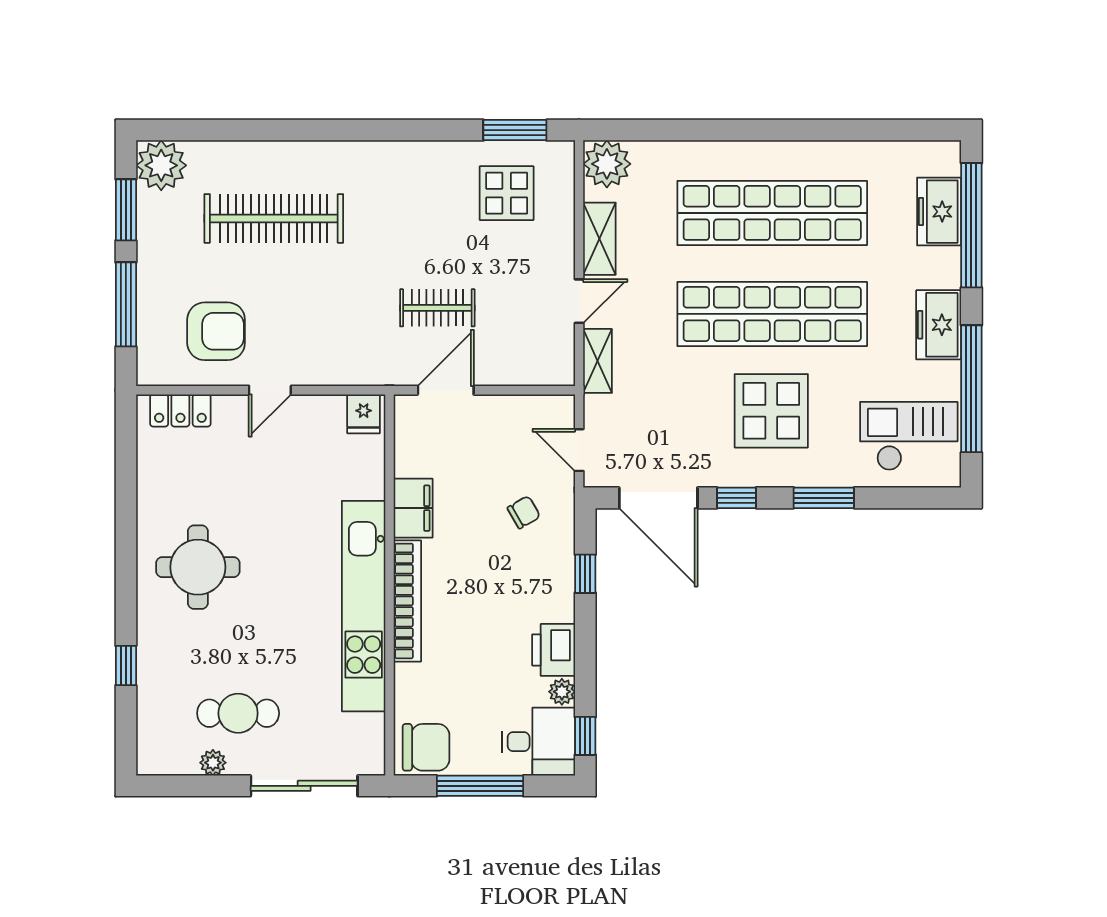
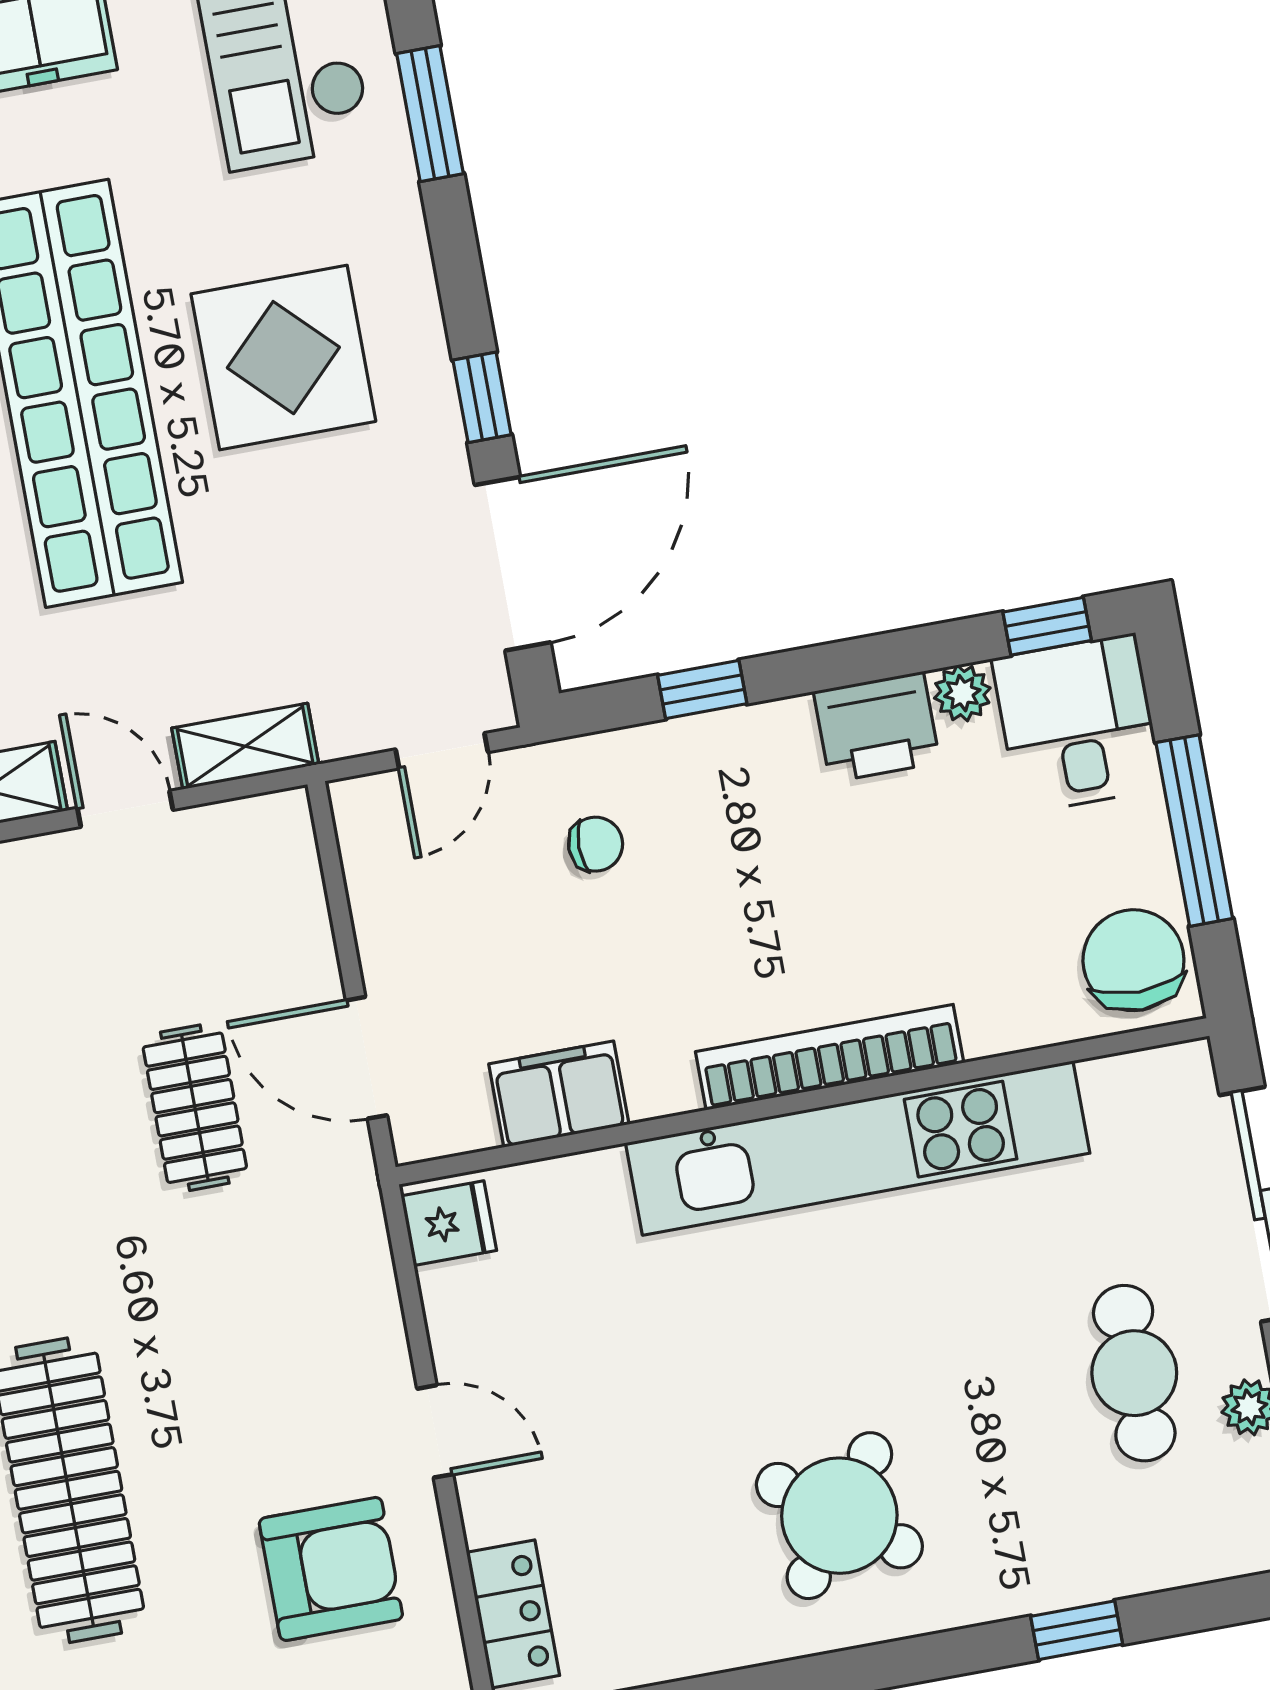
armchair: (216, 331) -> (331, 1569), turned 90
window: (824, 498) -> (430, 114), moved
filing cabinet: (413, 508) -> (559, 1094), moved
chair: (524, 512) -> (596, 844), turned 120
round table: (198, 567) -> (839, 1516), turned 37

